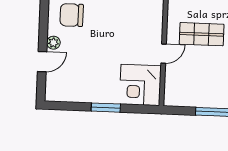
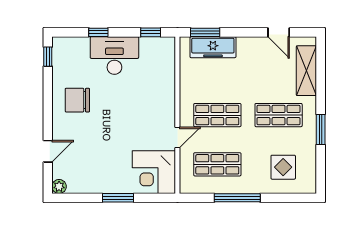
plant: (53, 43) -> (59, 186), moved
shop shelf: (200, 80) -> (217, 164), added

